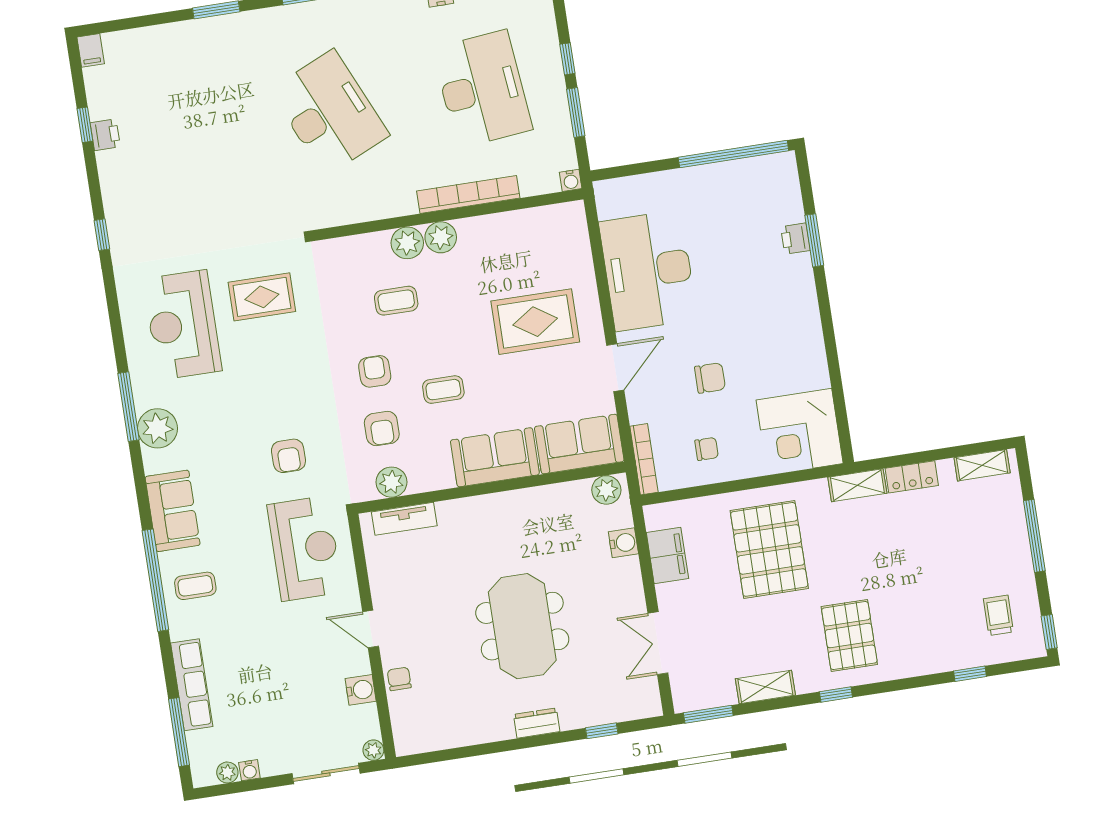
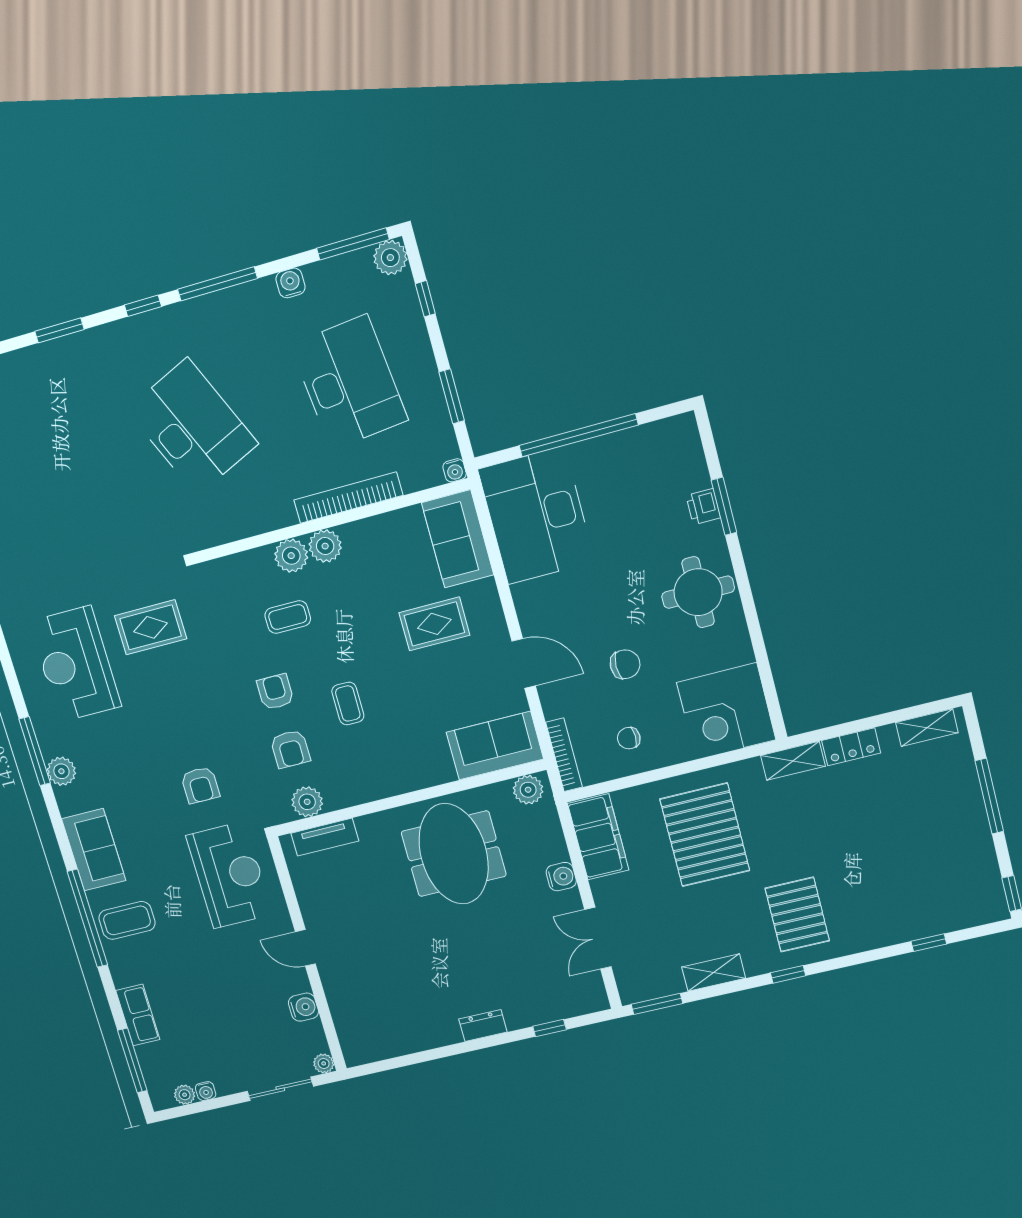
window: (567, 59) -> (425, 299), moved
window: (733, 154) -> (578, 435), moved
desk: (648, 271) -> (536, 516), moved
round table: (784, 317) -> (698, 592), added
rug: (535, 322) -> (434, 624), width x0.73, depth x0.70
door: (615, 368) -> (524, 663), hinge flipped
coffee table: (443, 390) -> (348, 703), turned 90
plant: (157, 428) -> (61, 771), width x0.73, depth x0.73
chair: (707, 449) -> (629, 738), turned 180
sofa: (495, 457) -> (458, 539), moved, turned -90
water cooler: (623, 543) -> (561, 877), moved
filing cabinet: (667, 556) -> (598, 837), width x1.50, depth x1.17
coffee table: (195, 586) -> (127, 920), width x1.36, depth x1.30
trolley: (998, 615) -> (955, 881), removed
meeting table: (522, 626) -> (454, 854), moved
chair: (399, 679) -> (340, 994), removed
row of seats: (192, 685) -> (138, 1015), width x0.68

